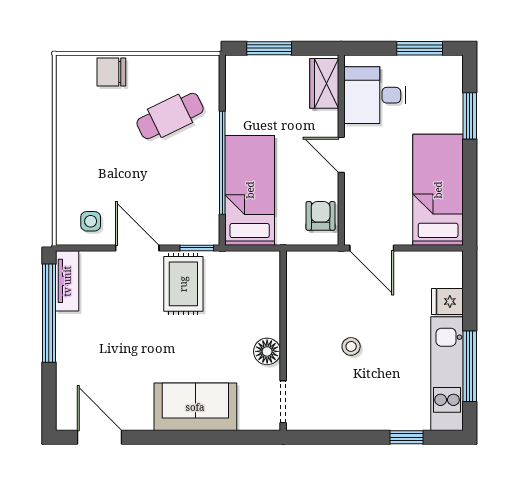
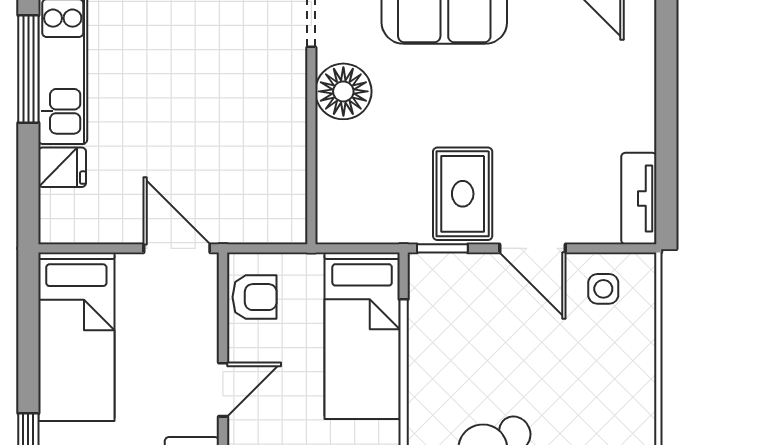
door: (341, 155) -> (223, 390), hinge flipped
armchair: (321, 216) -> (255, 297), turned -90
window: (49, 313) -> (666, 150), removed
stool: (351, 346) -> (208, 99), removed
floor lamp: (267, 351) -> (343, 91), width x1.38, depth x1.38

